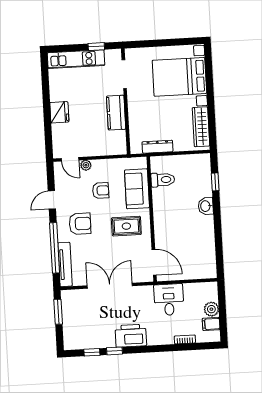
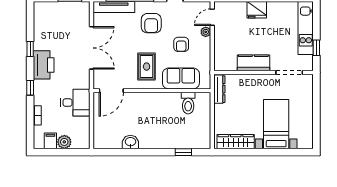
bed with nightstands: (179, 77) -> (276, 124), width x0.73
dresser: (158, 147) -> (219, 89), moved
washbasin: (206, 206) -> (130, 142), moved
window: (92, 352) -> (30, 88), moved

